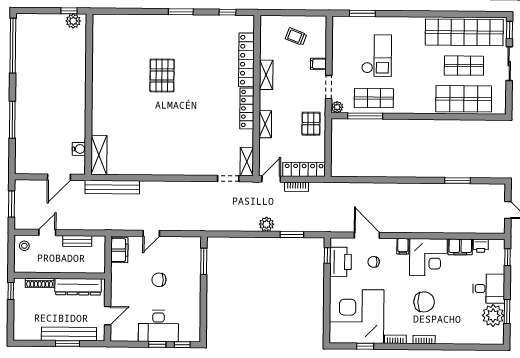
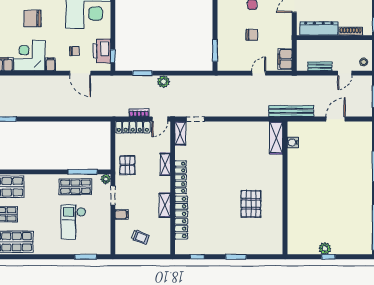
wall: (89, 94) -> (285, 188), moved
water cooler: (79, 149) -> (293, 143), moved
shelving: (99, 155) -> (276, 138), moved

